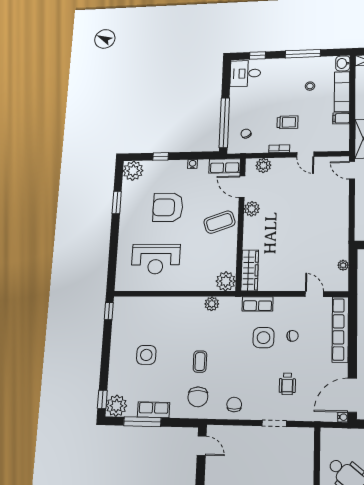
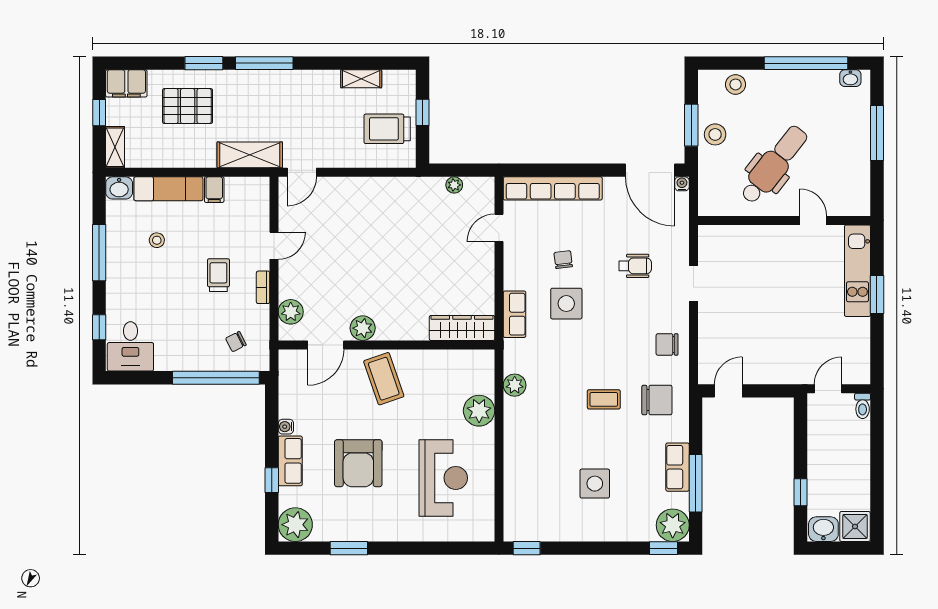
row of seats: (225, 166) -> (290, 461), moved
plant: (226, 281) -> (479, 411), moved

